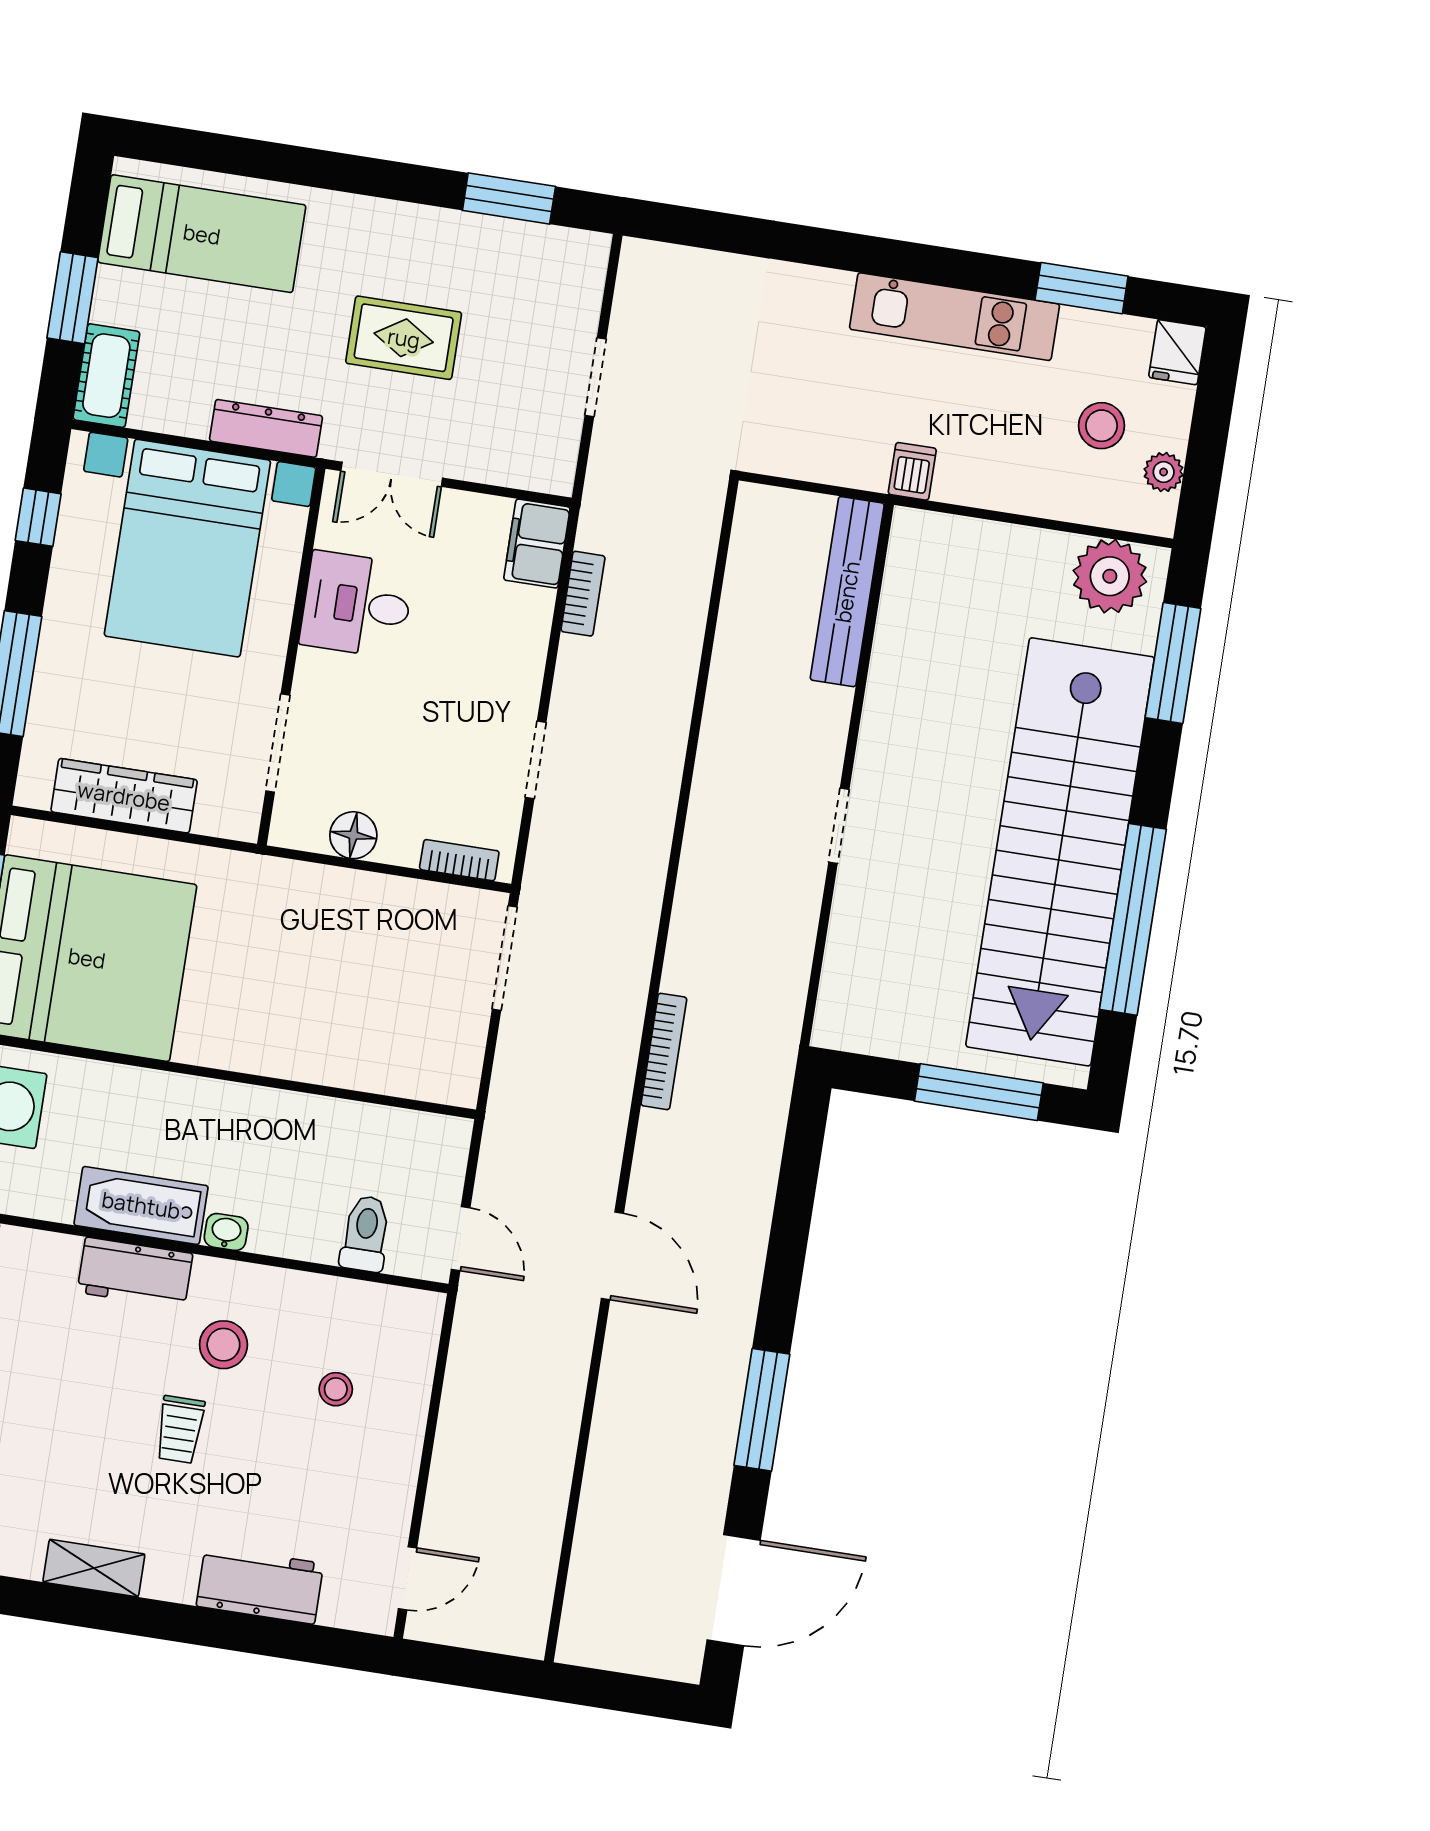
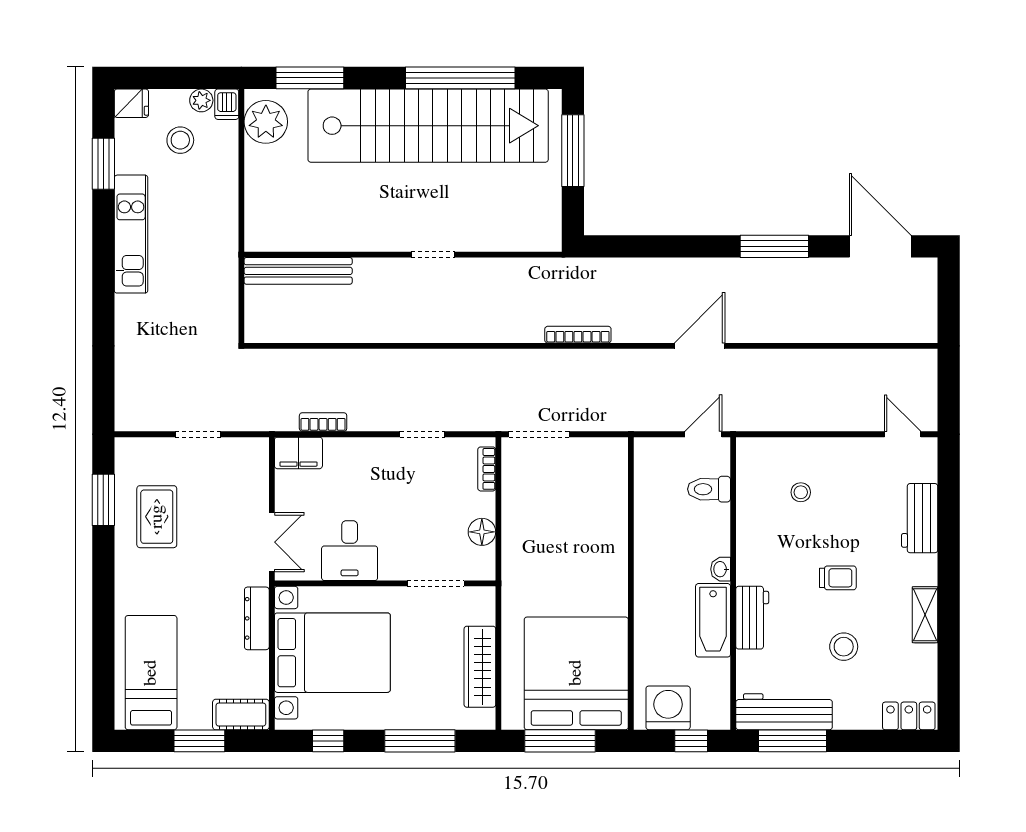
rug: (404, 338) -> (157, 517), moved
dishwasher: (912, 471) -> (227, 104), moved, turned -90
stool: (223, 1345) -> (844, 647), moved

